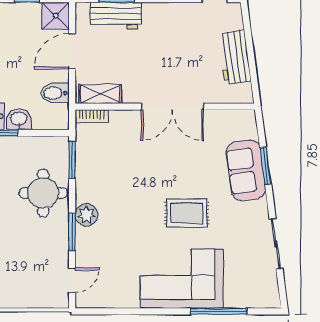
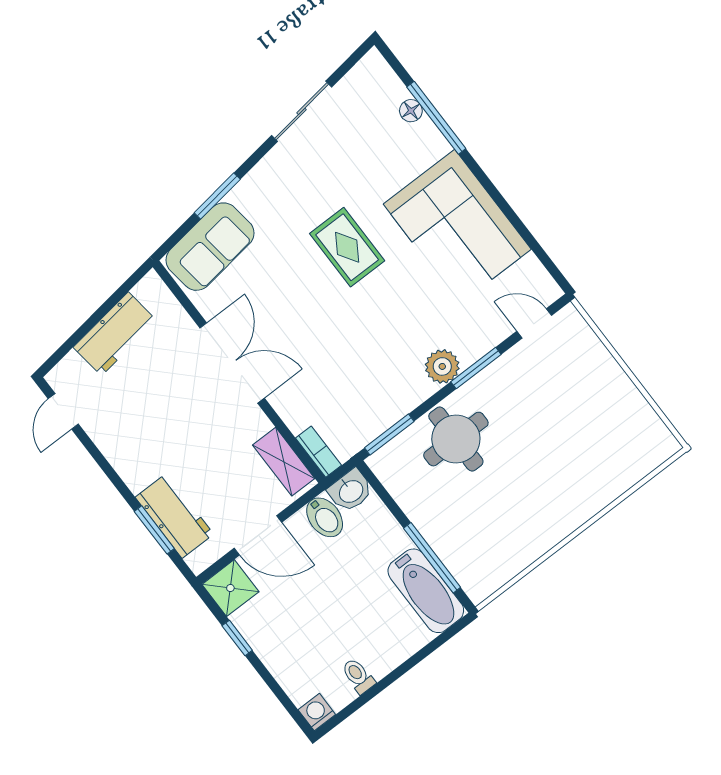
washbasin: (19, 119) -> (350, 491), moved, turned -90
sofa: (246, 170) -> (210, 247), moved
corner sofa: (182, 279) -> (457, 227), moved
floor lamp: (232, 301) -> (411, 111), added

